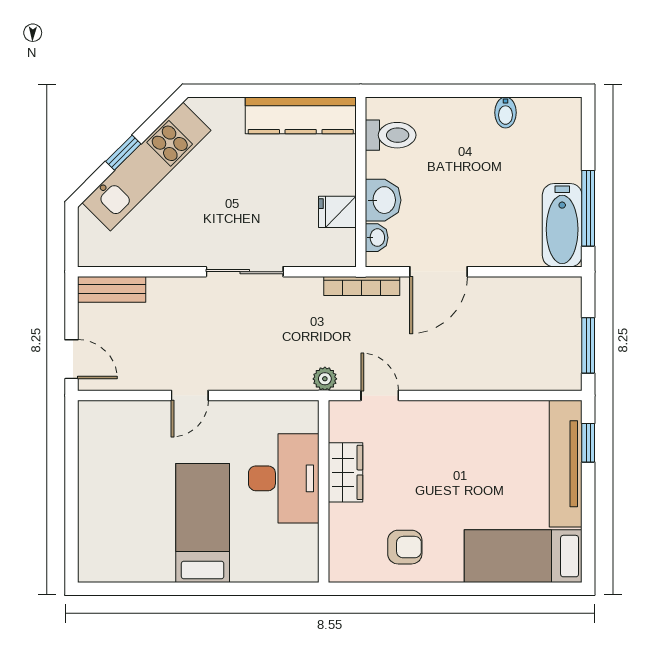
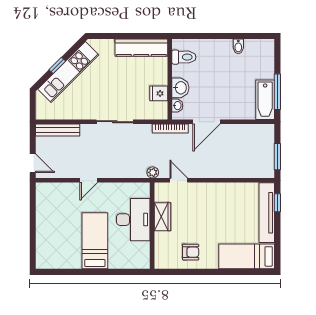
bench: (112, 289) -> (58, 130), width x1.36

